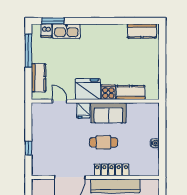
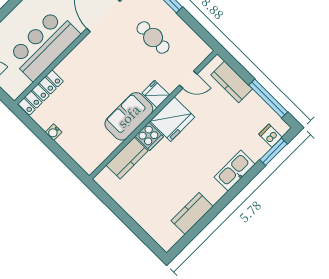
kitchen sink: (66, 31) -> (235, 171), moved
kitchen counter: (142, 31) -> (192, 213), moved
cafe table: (103, 142) -> (153, 38), moved, turned 90
locker: (112, 170) -> (41, 93), moved

